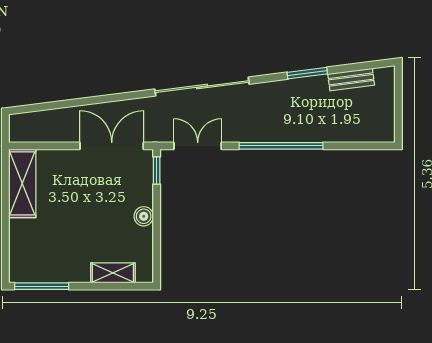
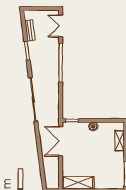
double door: (198, 146) -> (61, 26), moved

